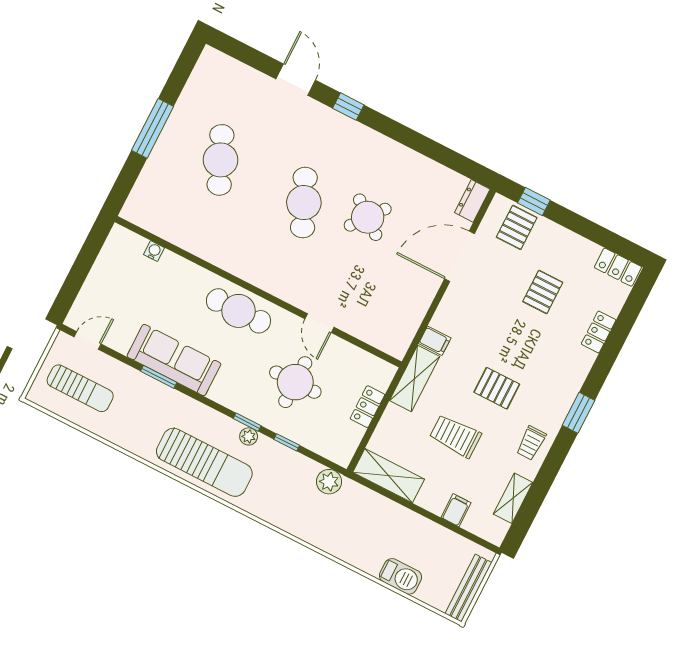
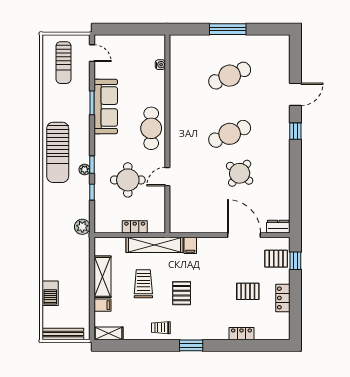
locker: (618, 267) -> (283, 298), moved
shelving: (415, 379) -> (155, 245), width x1.47
shelving: (389, 476) -> (102, 277), moved
shelving: (513, 498) -> (109, 333), moved

